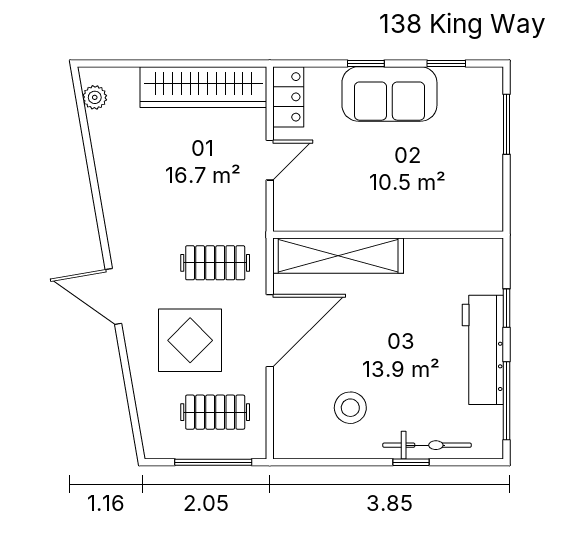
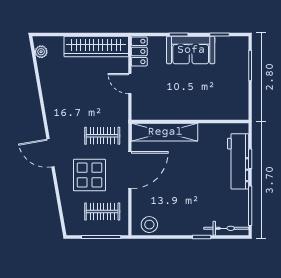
door: (270, 160) -> (130, 84), swing flipped
workbench: (483, 350) -> (238, 161), moved
stool: (350, 408) -> (149, 225), moved
bicycle: (427, 445) -> (226, 228), moved

